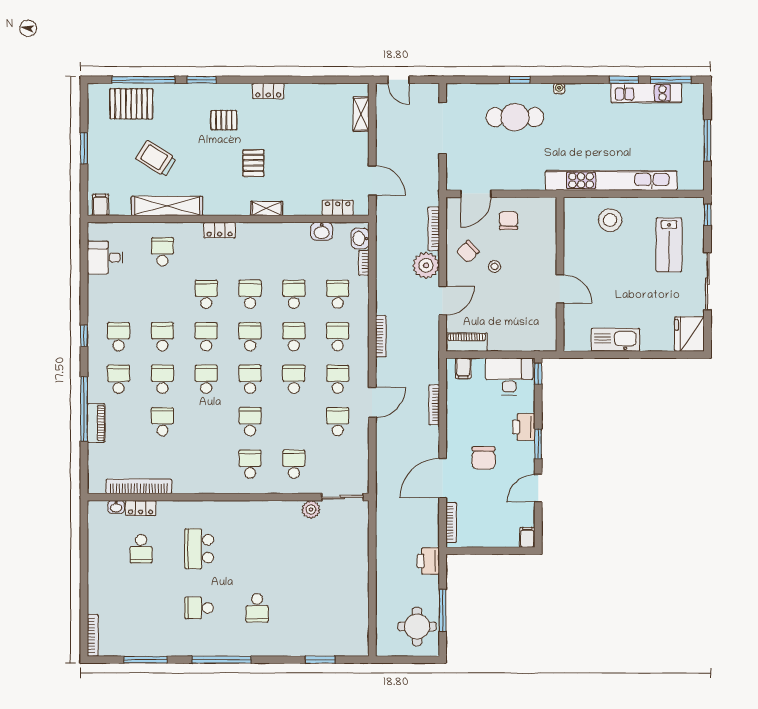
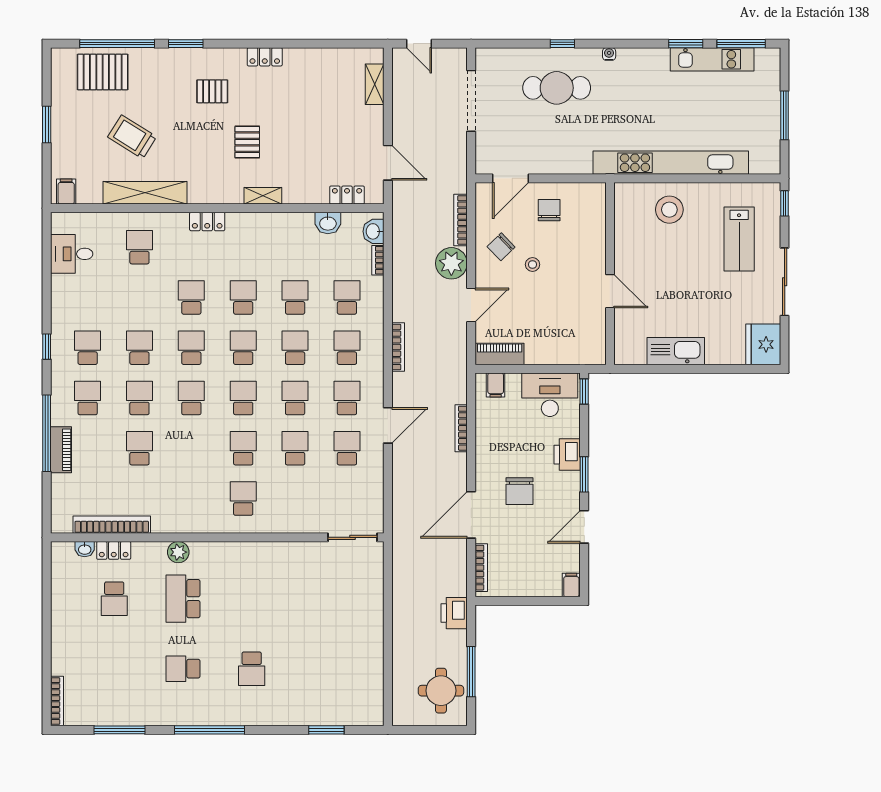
school desk: (294, 464) -> (295, 448), moved
plant: (311, 509) -> (178, 552), moved

